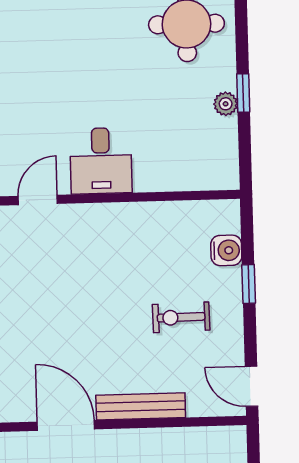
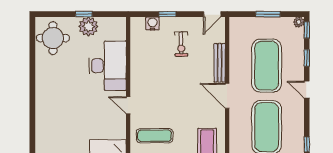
plant: (226, 104) -> (88, 27), width x1.87, depth x1.87
desk: (101, 161) -> (107, 66), width x1.87, depth x1.30
door: (66, 425) -> (227, 96), hinge flipped

